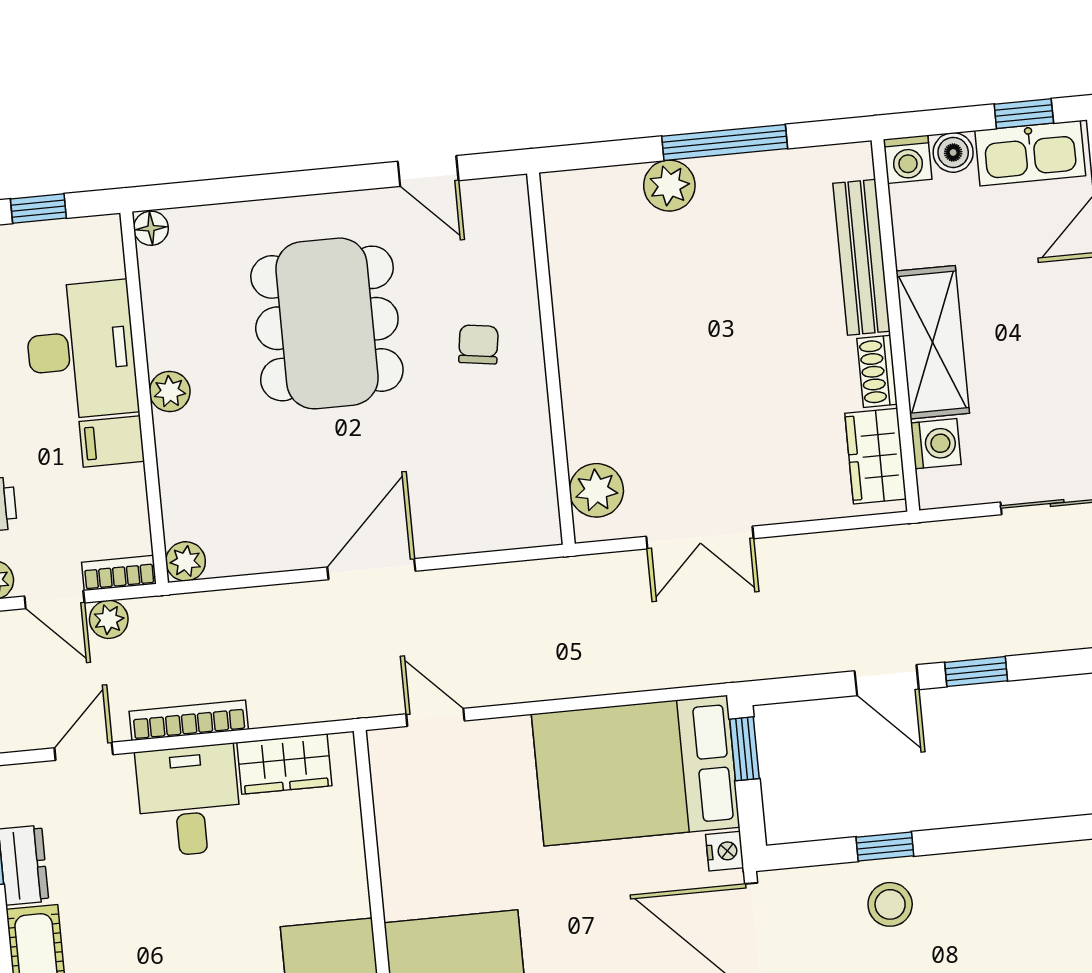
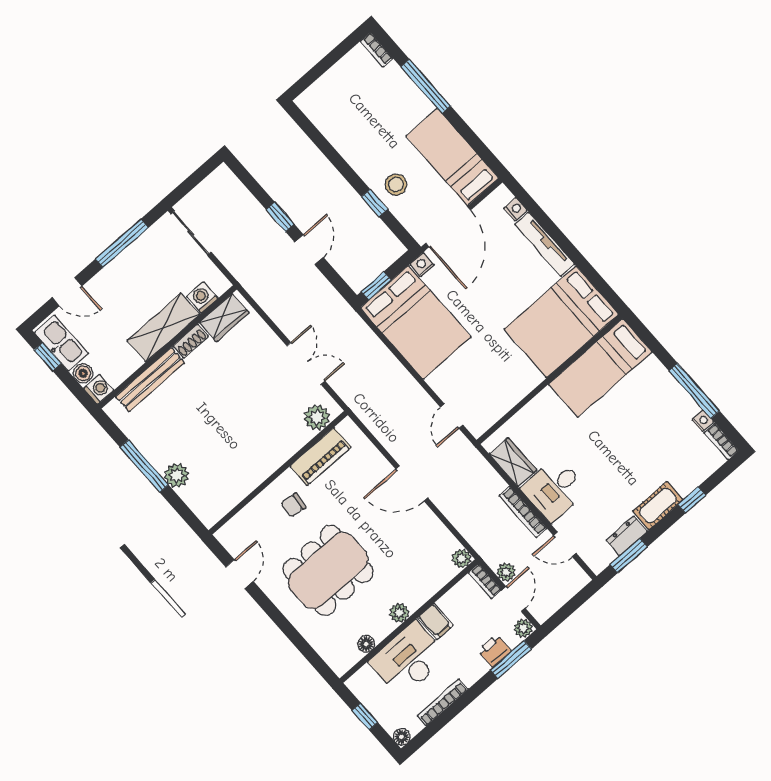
floor lamp: (151, 228) -> (366, 644), moved
piano: (527, 449) -> (321, 457), added

